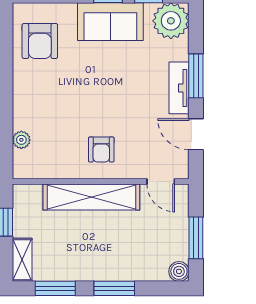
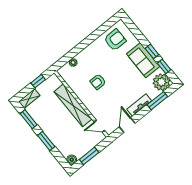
armchair: (40, 41) -> (115, 40), turned 180
window: (196, 76) -> (157, 101), moved
armchair: (101, 149) -> (98, 82), moved
door: (161, 182) -> (99, 126), hinge flipped

